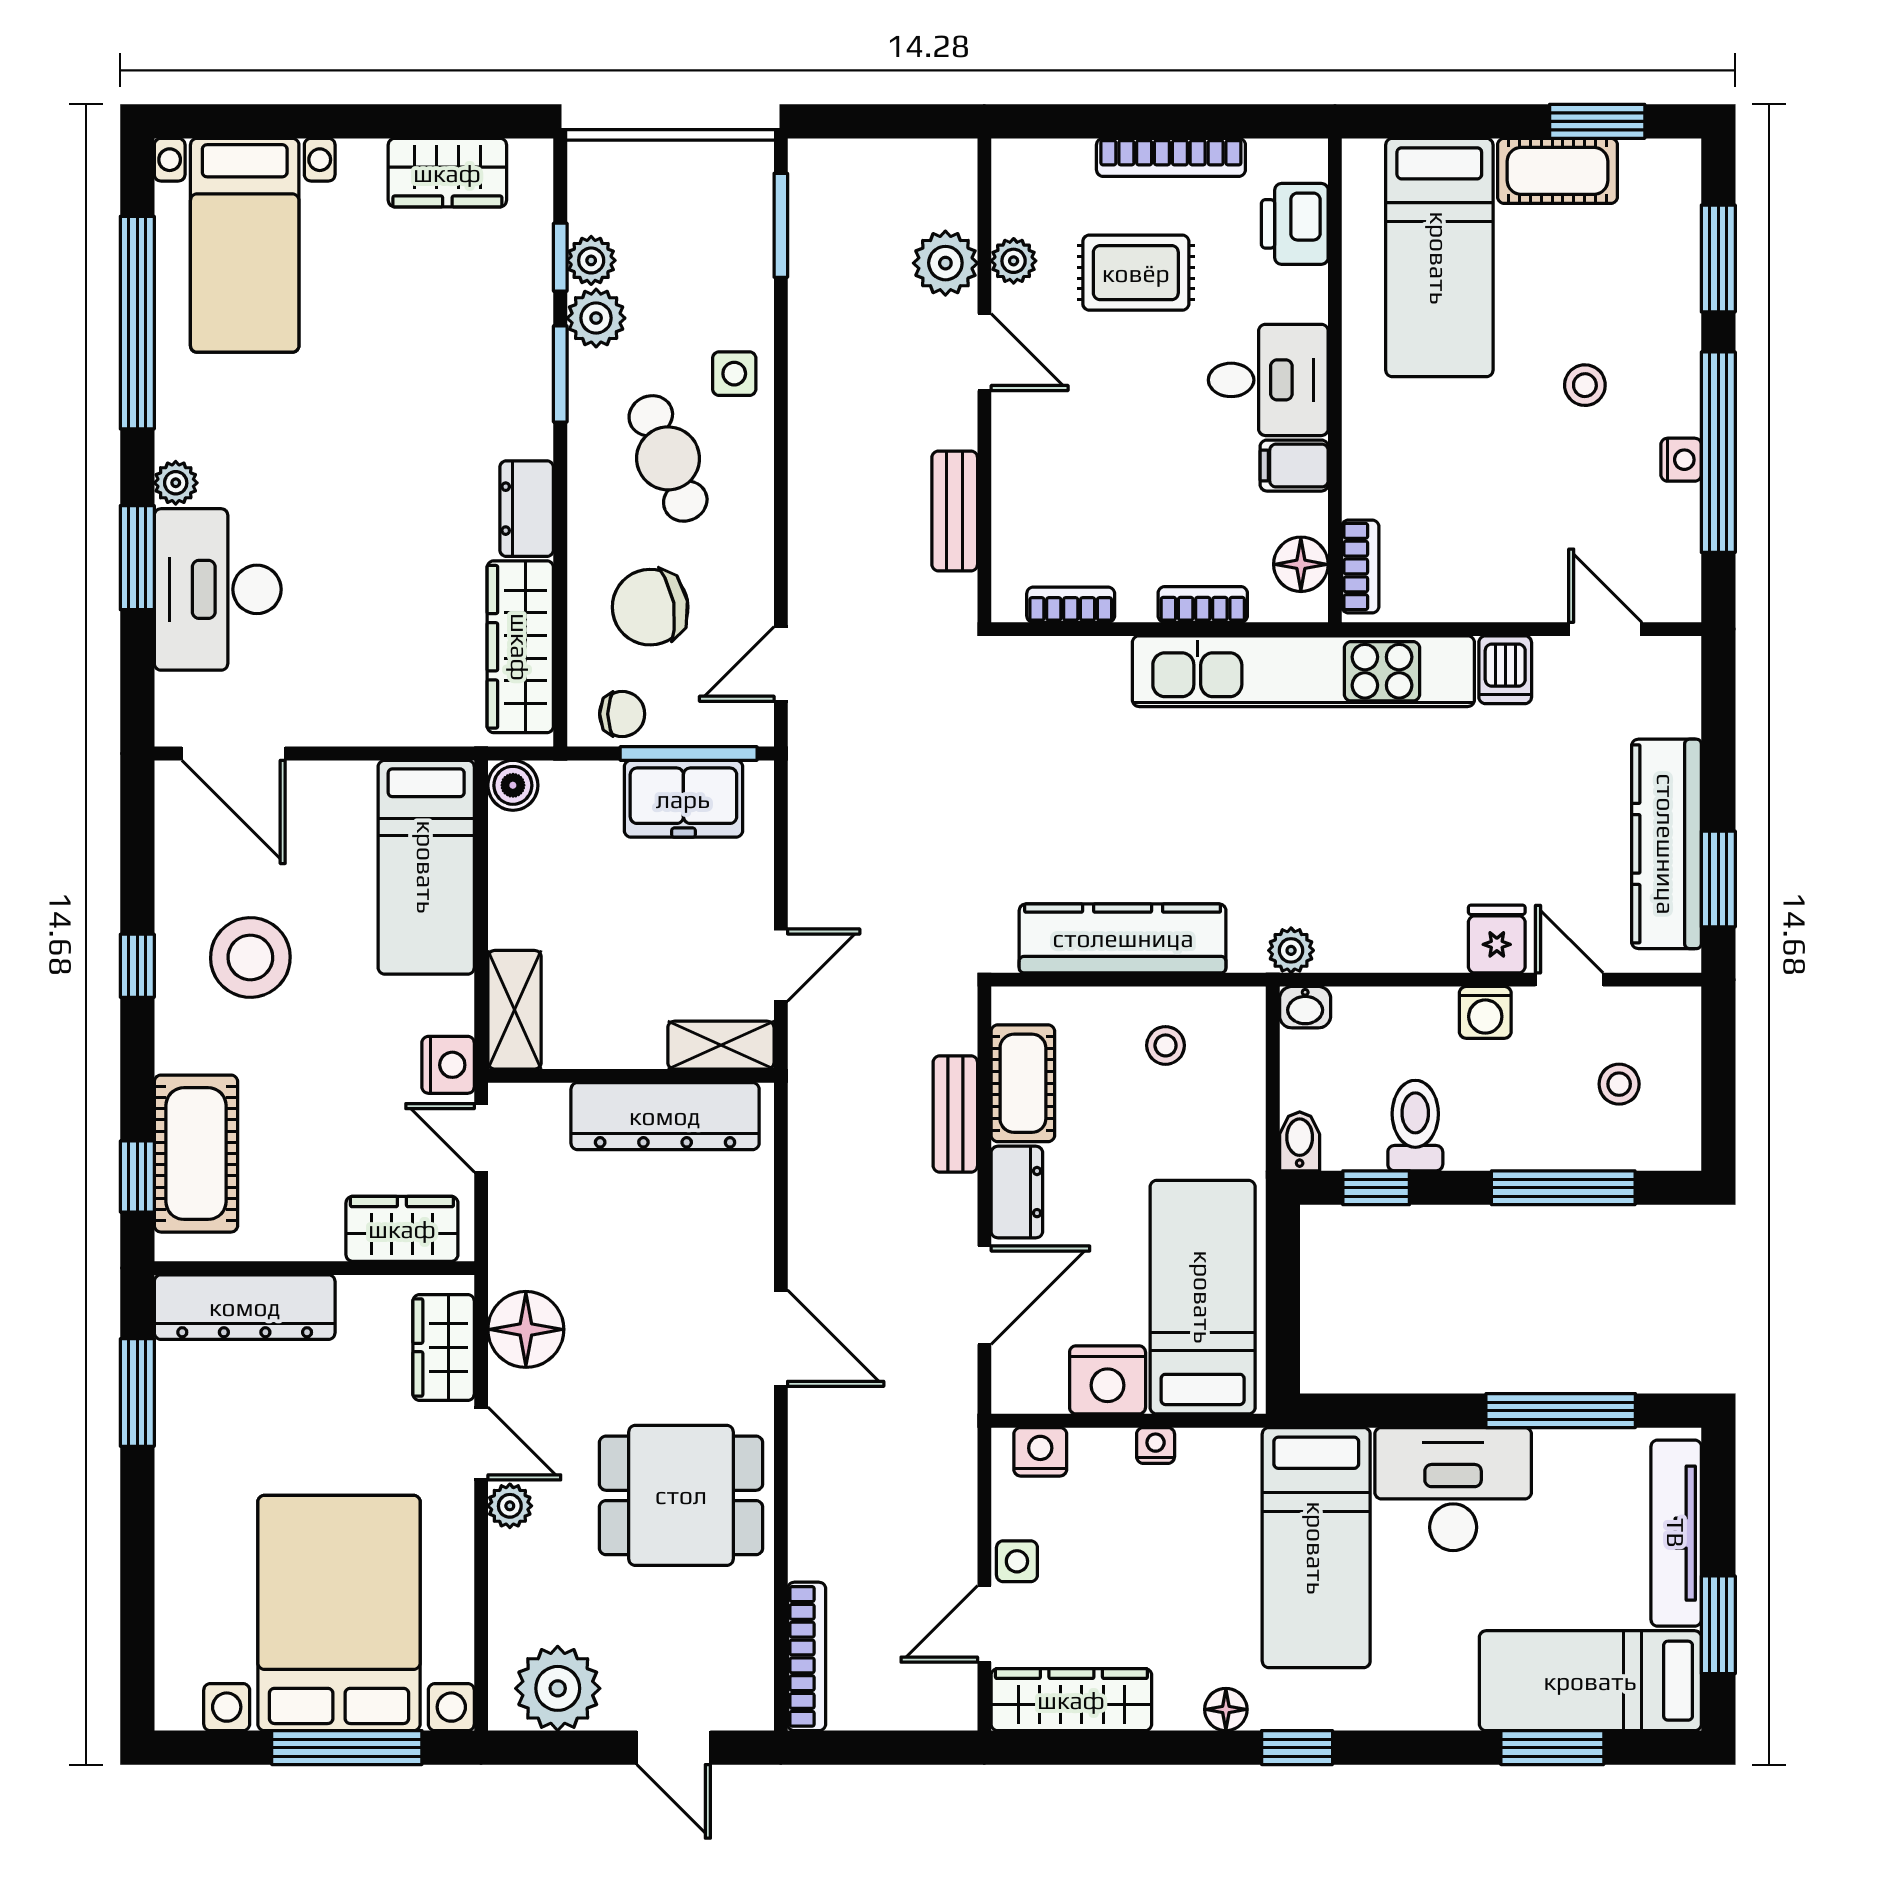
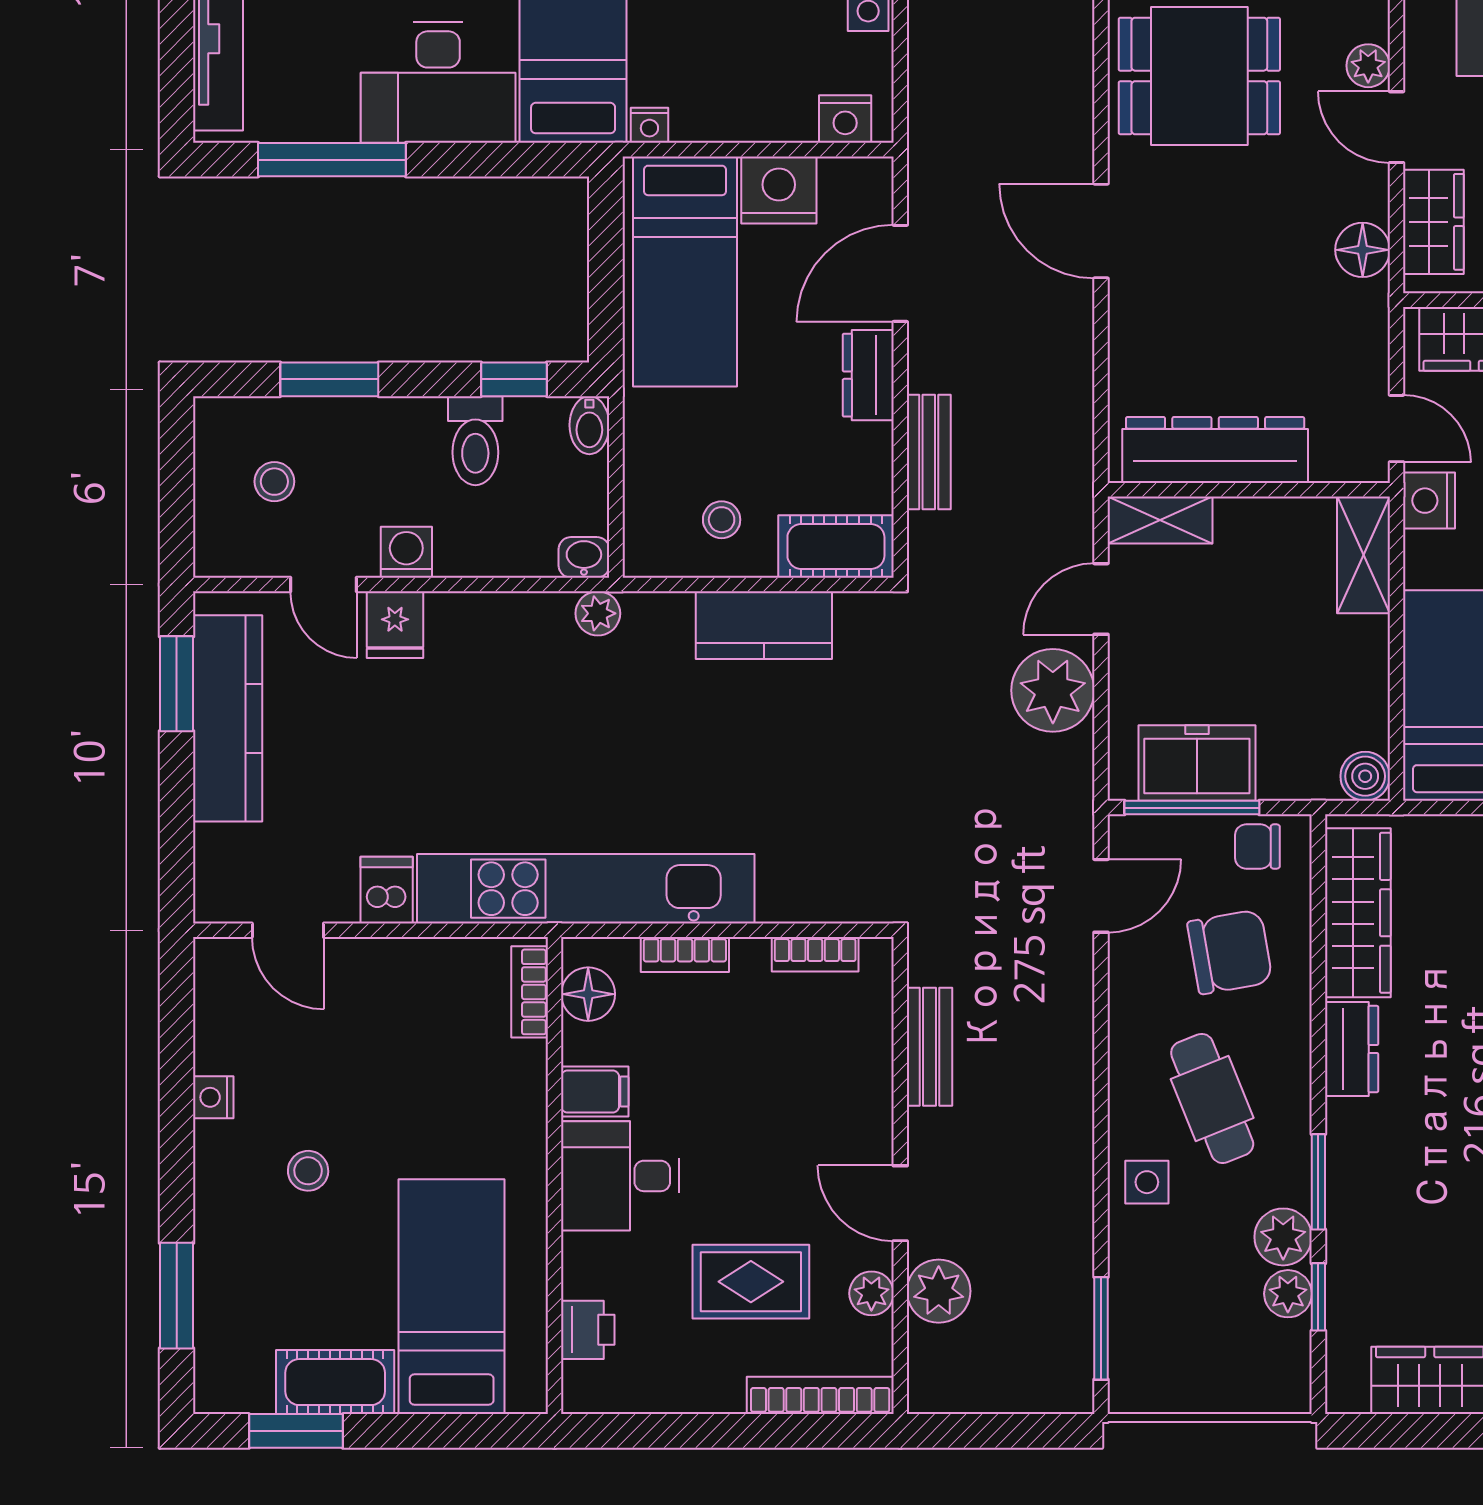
bookcase: (1171, 157) -> (820, 1395), moved
printer: (1295, 224) -> (588, 1330), width x0.73, depth x0.81
window: (1718, 452) -> (177, 1105), removed
plant: (830, 872) -> (1053, 690), added
kitchen counter: (1123, 938) -> (764, 625), width x0.67
cot: (1023, 1083) -> (836, 547), moved, turned 90
window: (1563, 1188) -> (329, 379), width x0.69
floor lamp: (526, 1329) -> (1363, 250), width x0.73, depth x0.73
nightstand: (1156, 1445) -> (649, 125), moved

